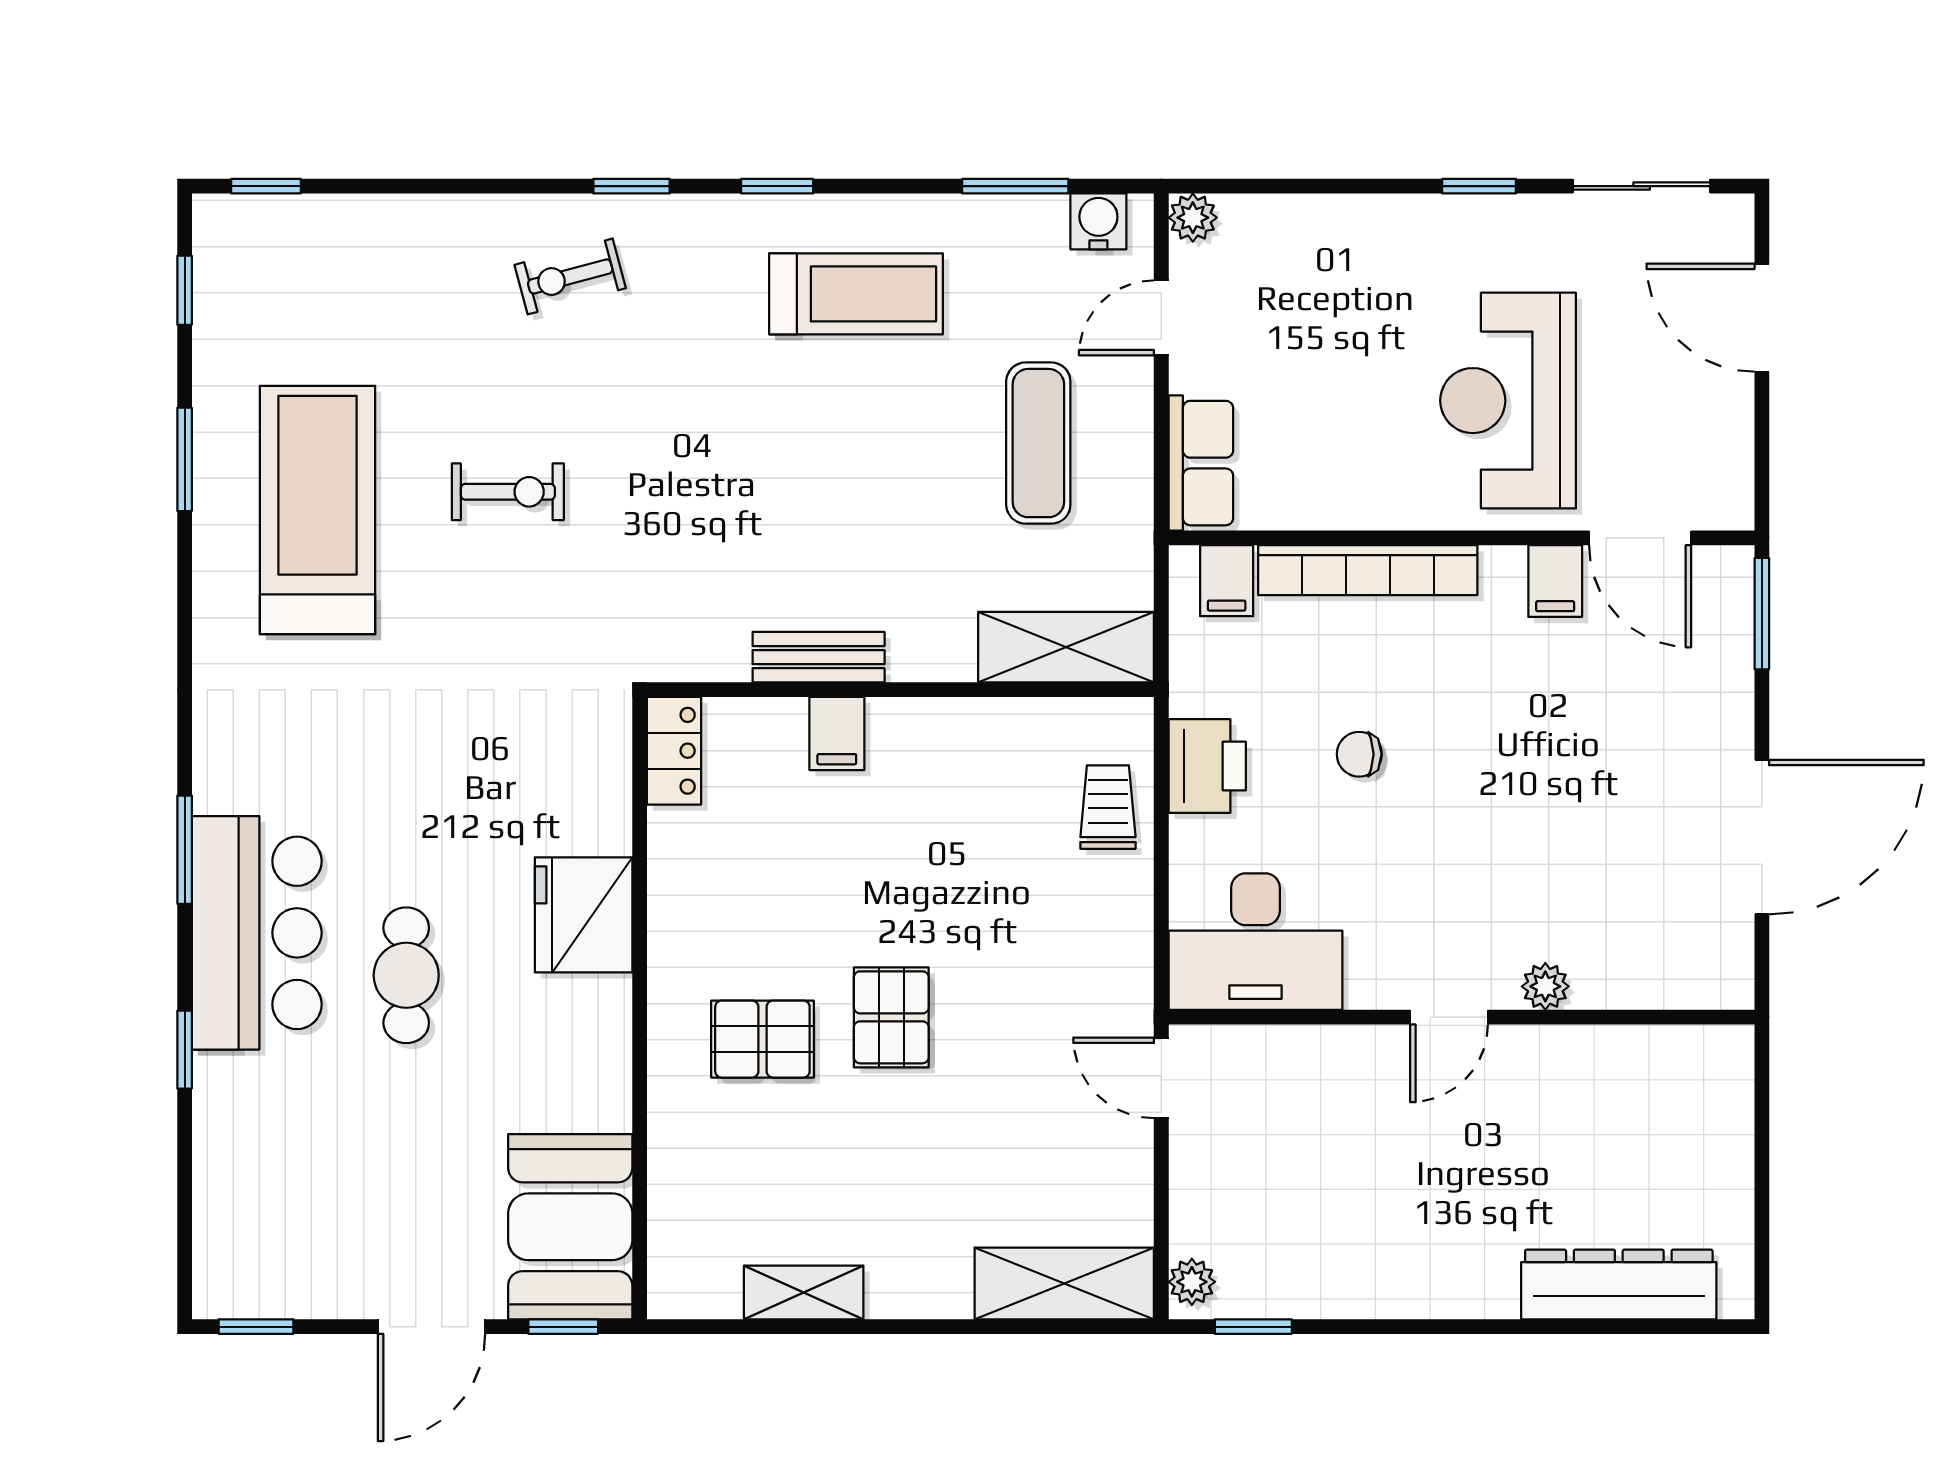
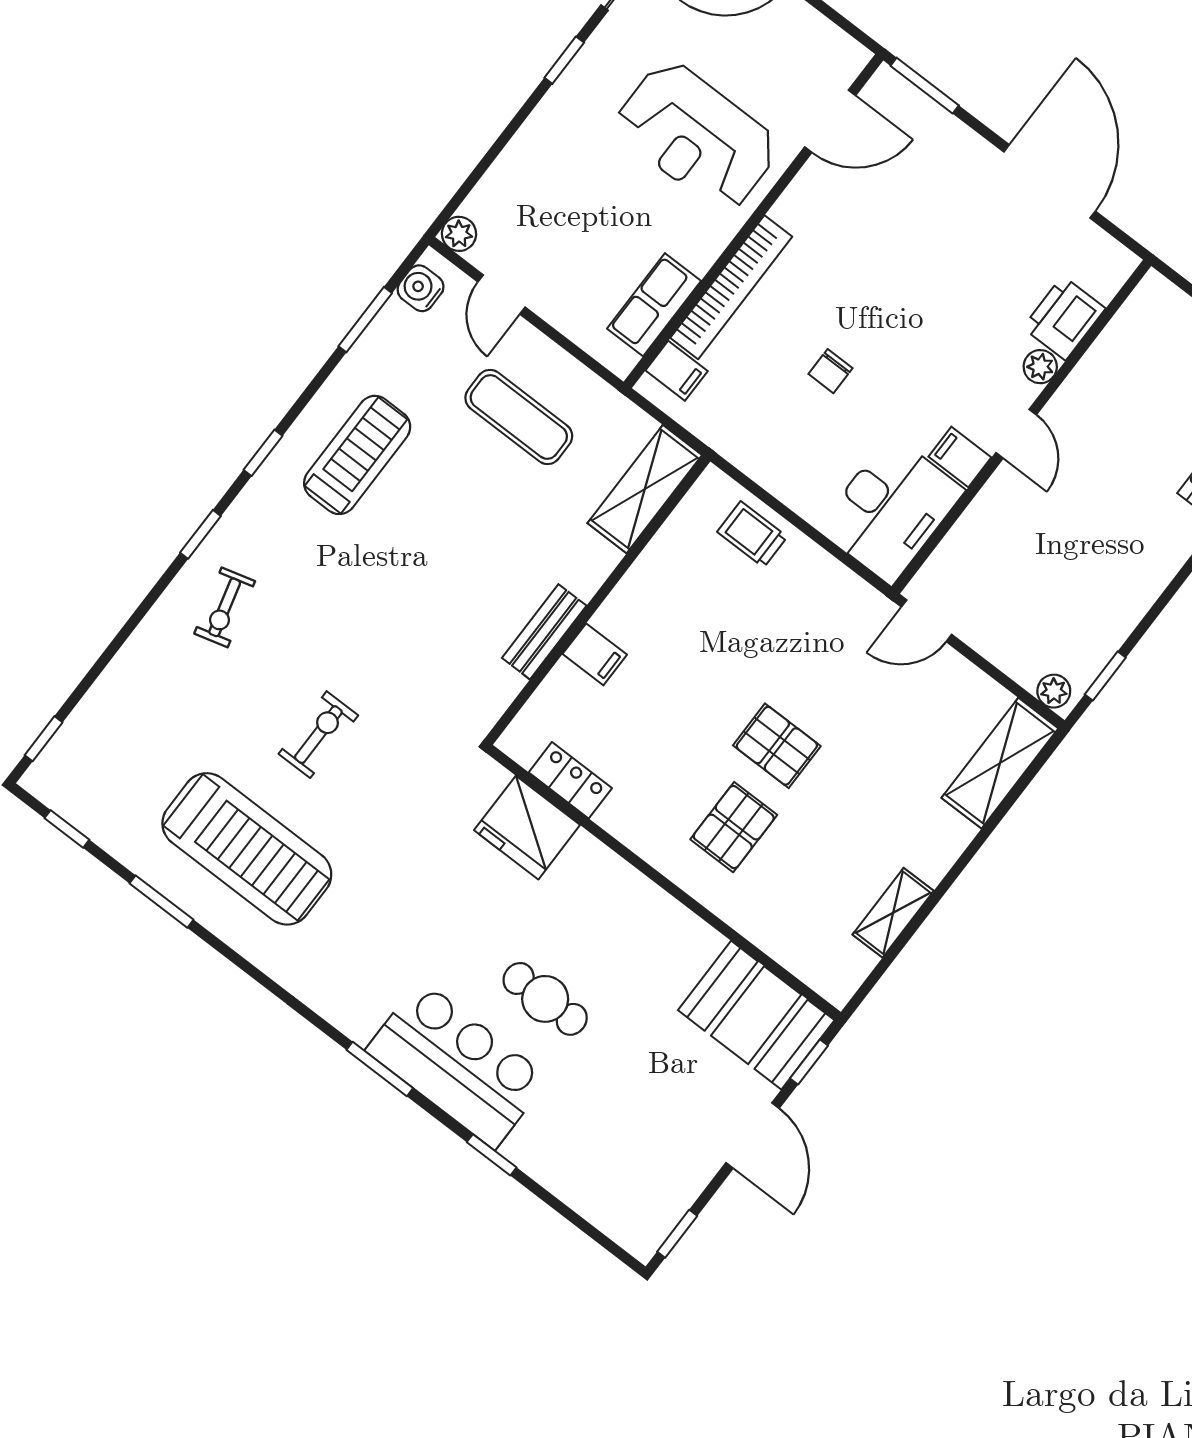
row of seats: (1201, 463) -> (654, 305), moved, turned -90
treadmill: (317, 510) -> (247, 849), turned 180
filing cabinet: (1555, 581) -> (960, 457), moved, turned 180
locker: (674, 751) -> (570, 780), moved
printer: (1207, 766) -> (1064, 318), moved, turned -90
fridge: (584, 915) -> (527, 828), moved

